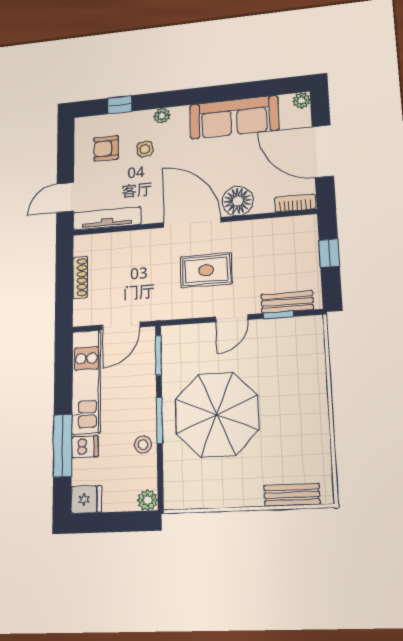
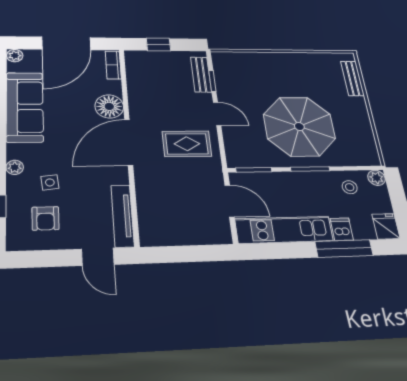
rug: (206, 270) -> (187, 144), moved, turned 90
shoe rack: (80, 277) -> (184, 239), removed
stool: (143, 445) -> (350, 187), moved

